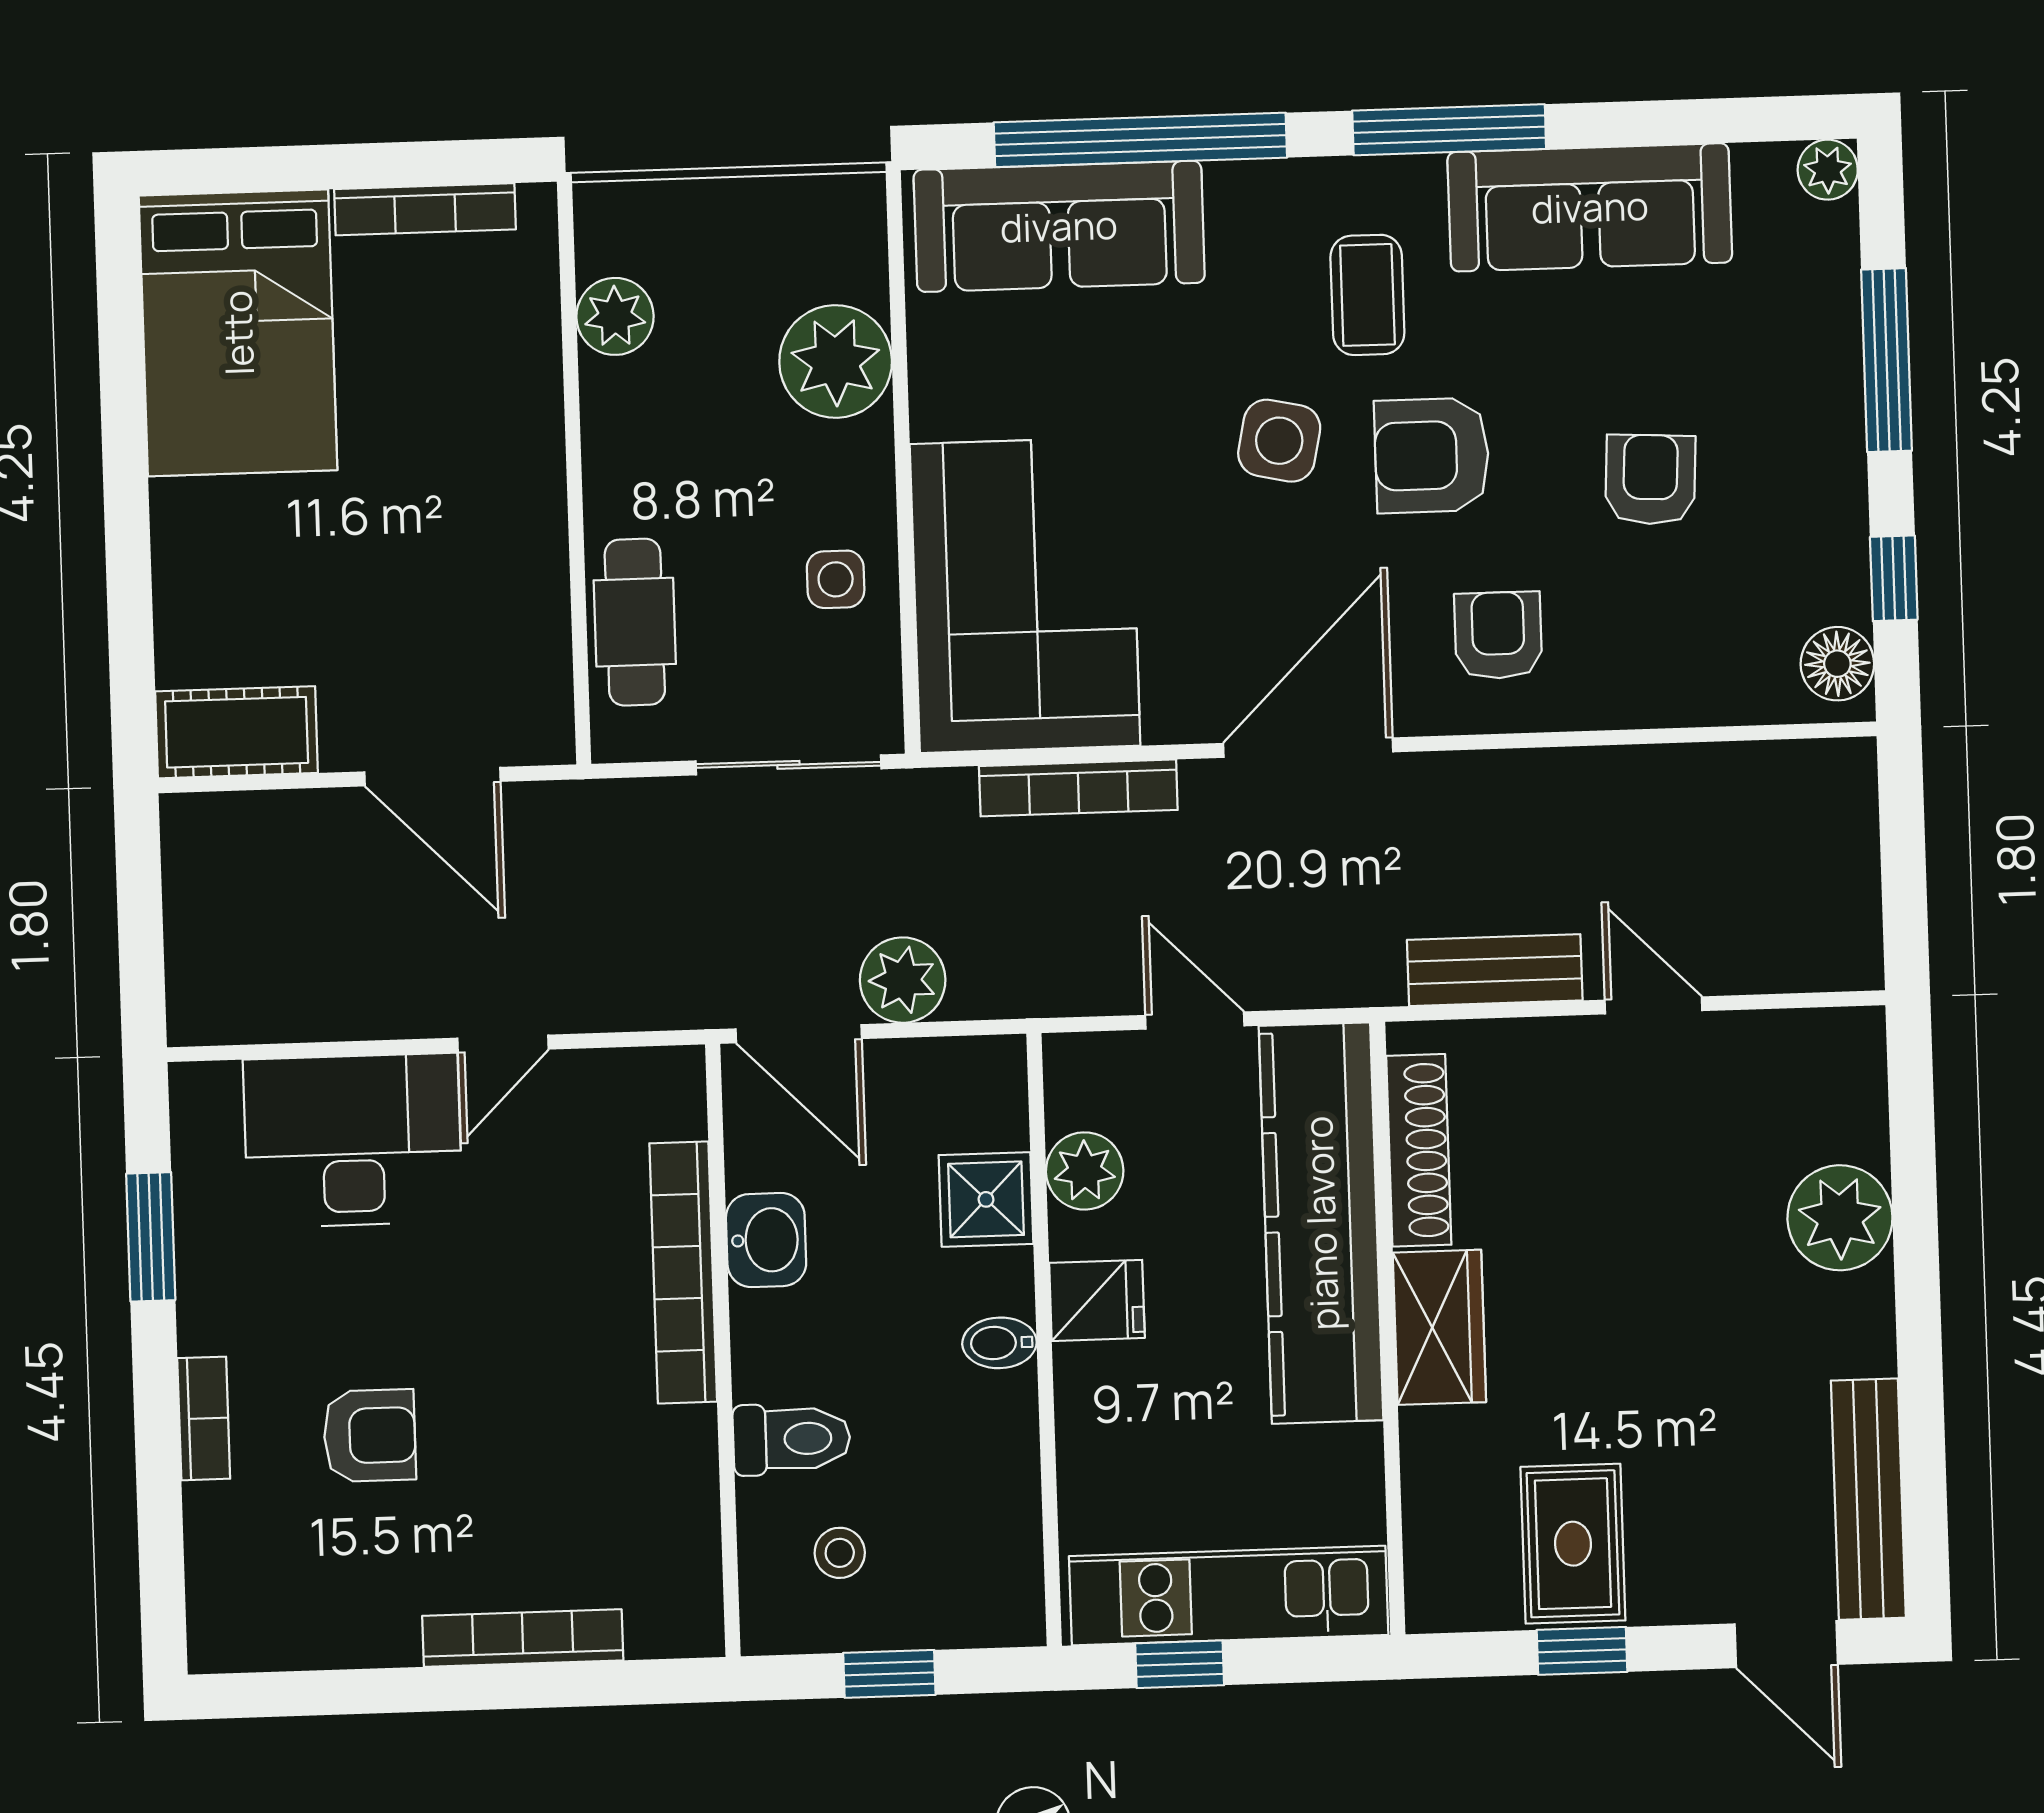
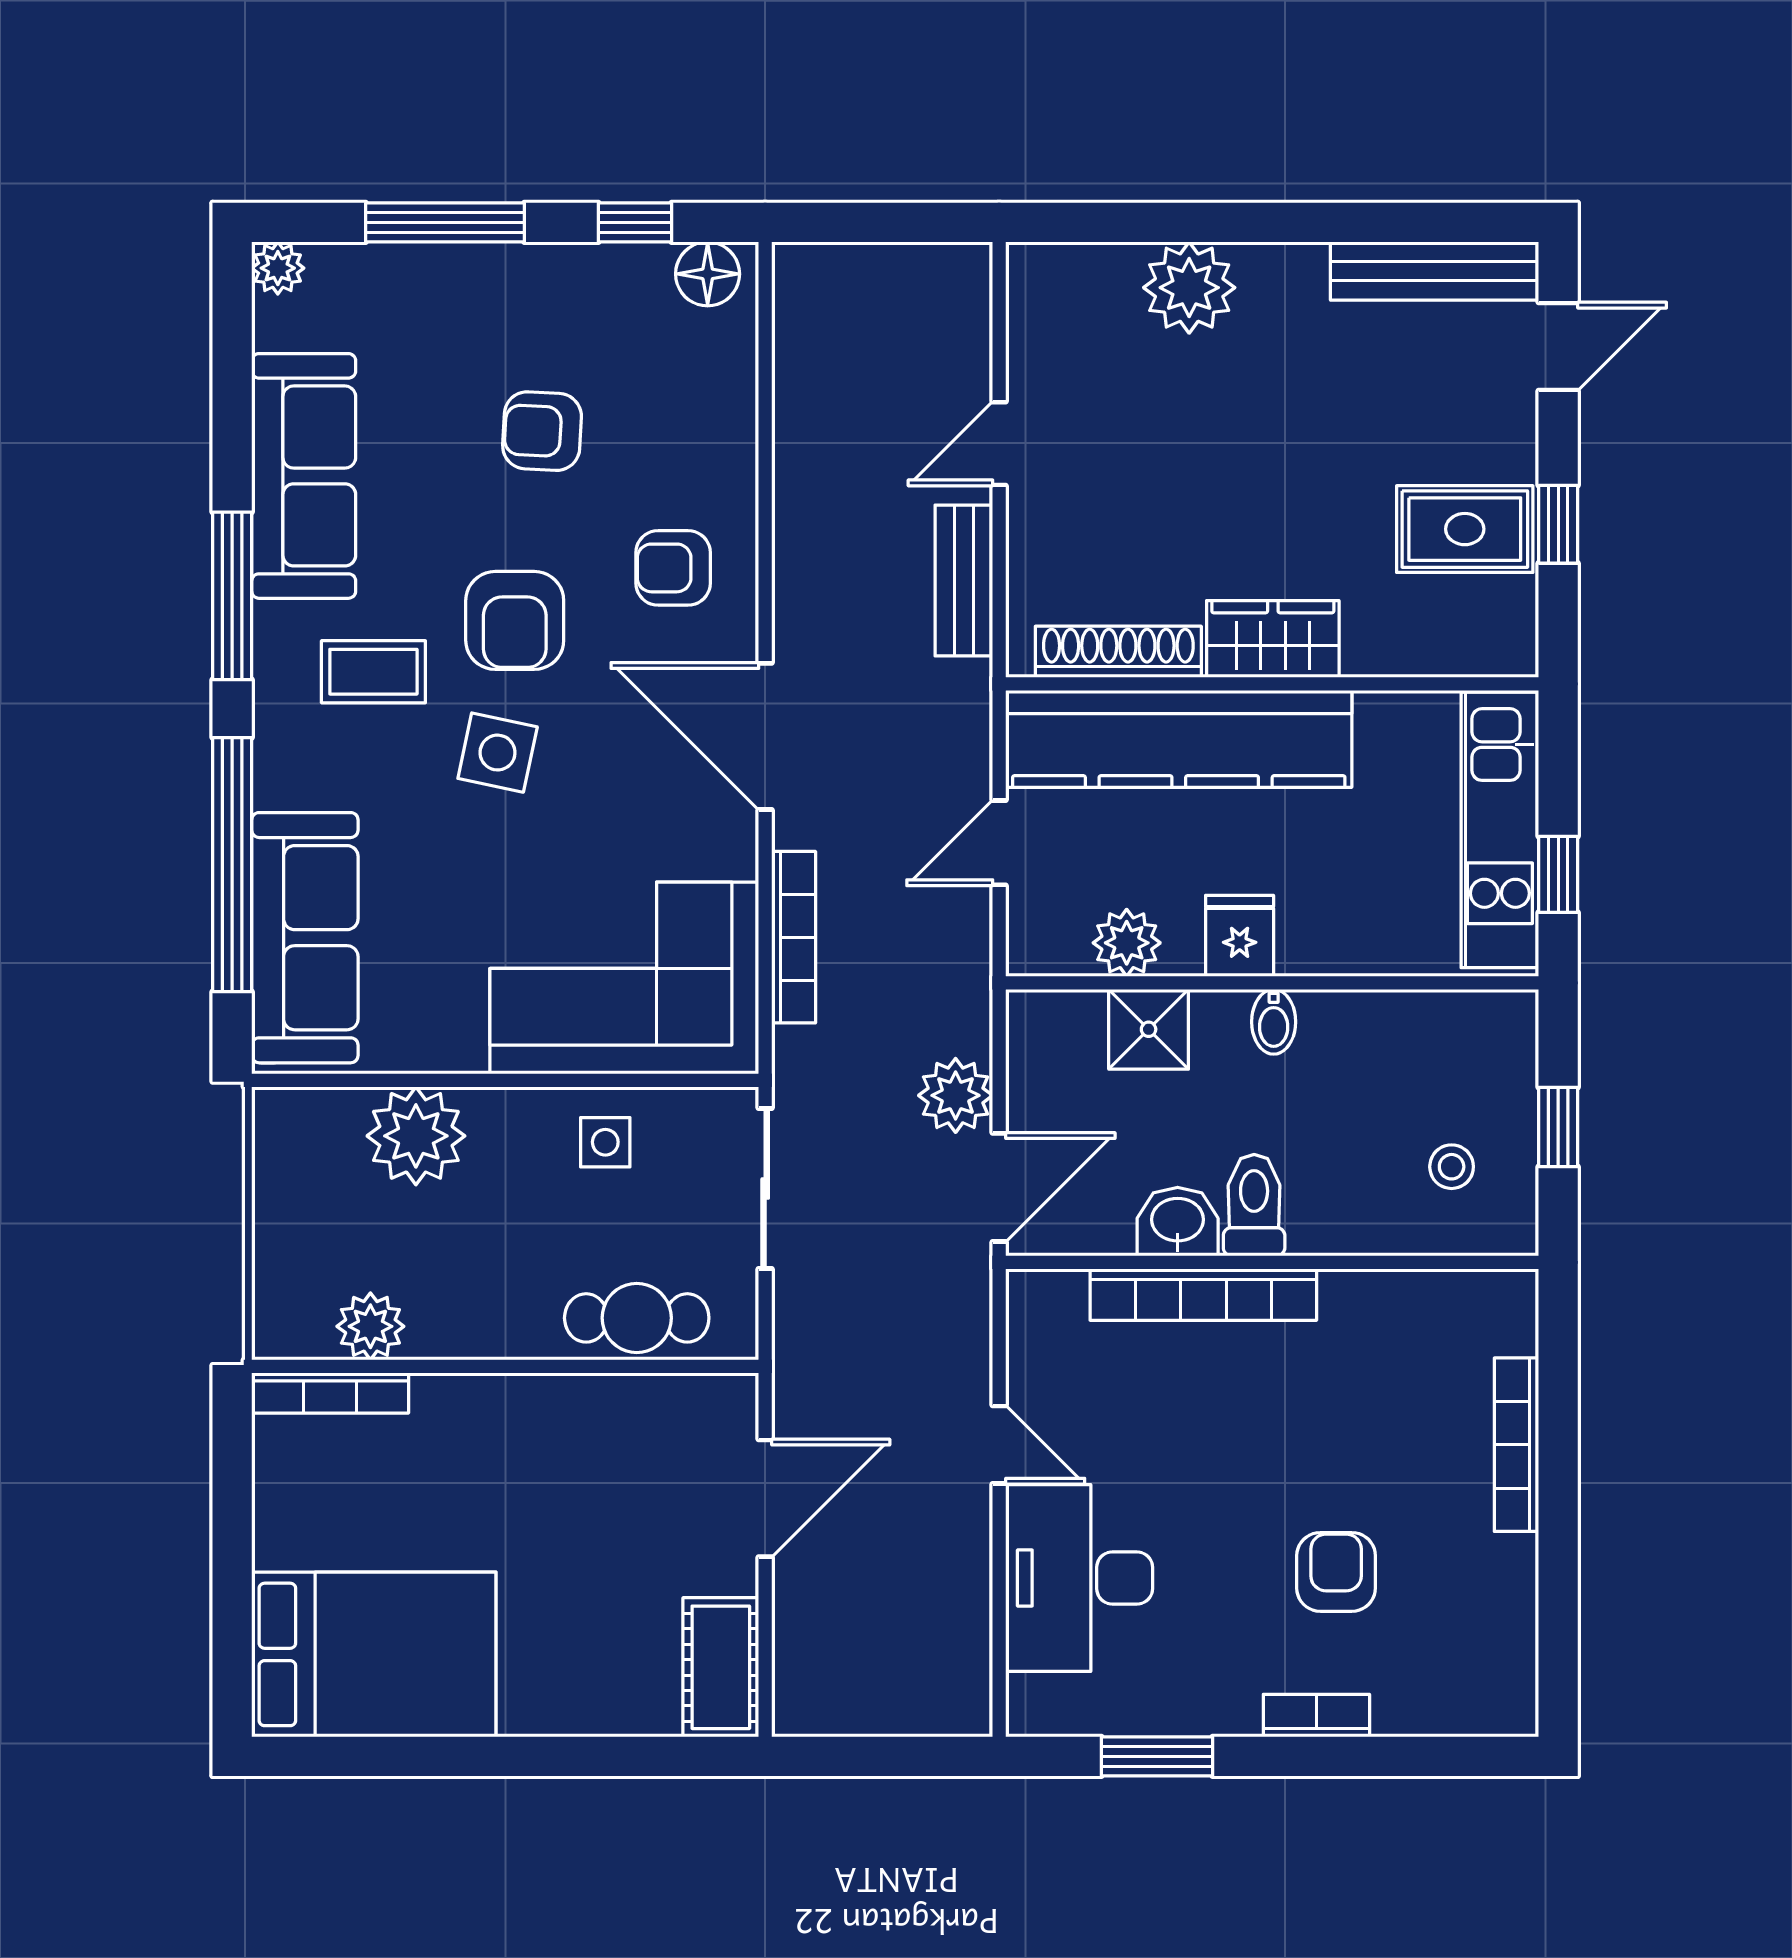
bookcase: (425, 209) -> (330, 1393), moved, turned 90
toilet: (792, 1439) -> (1254, 1205), moved

